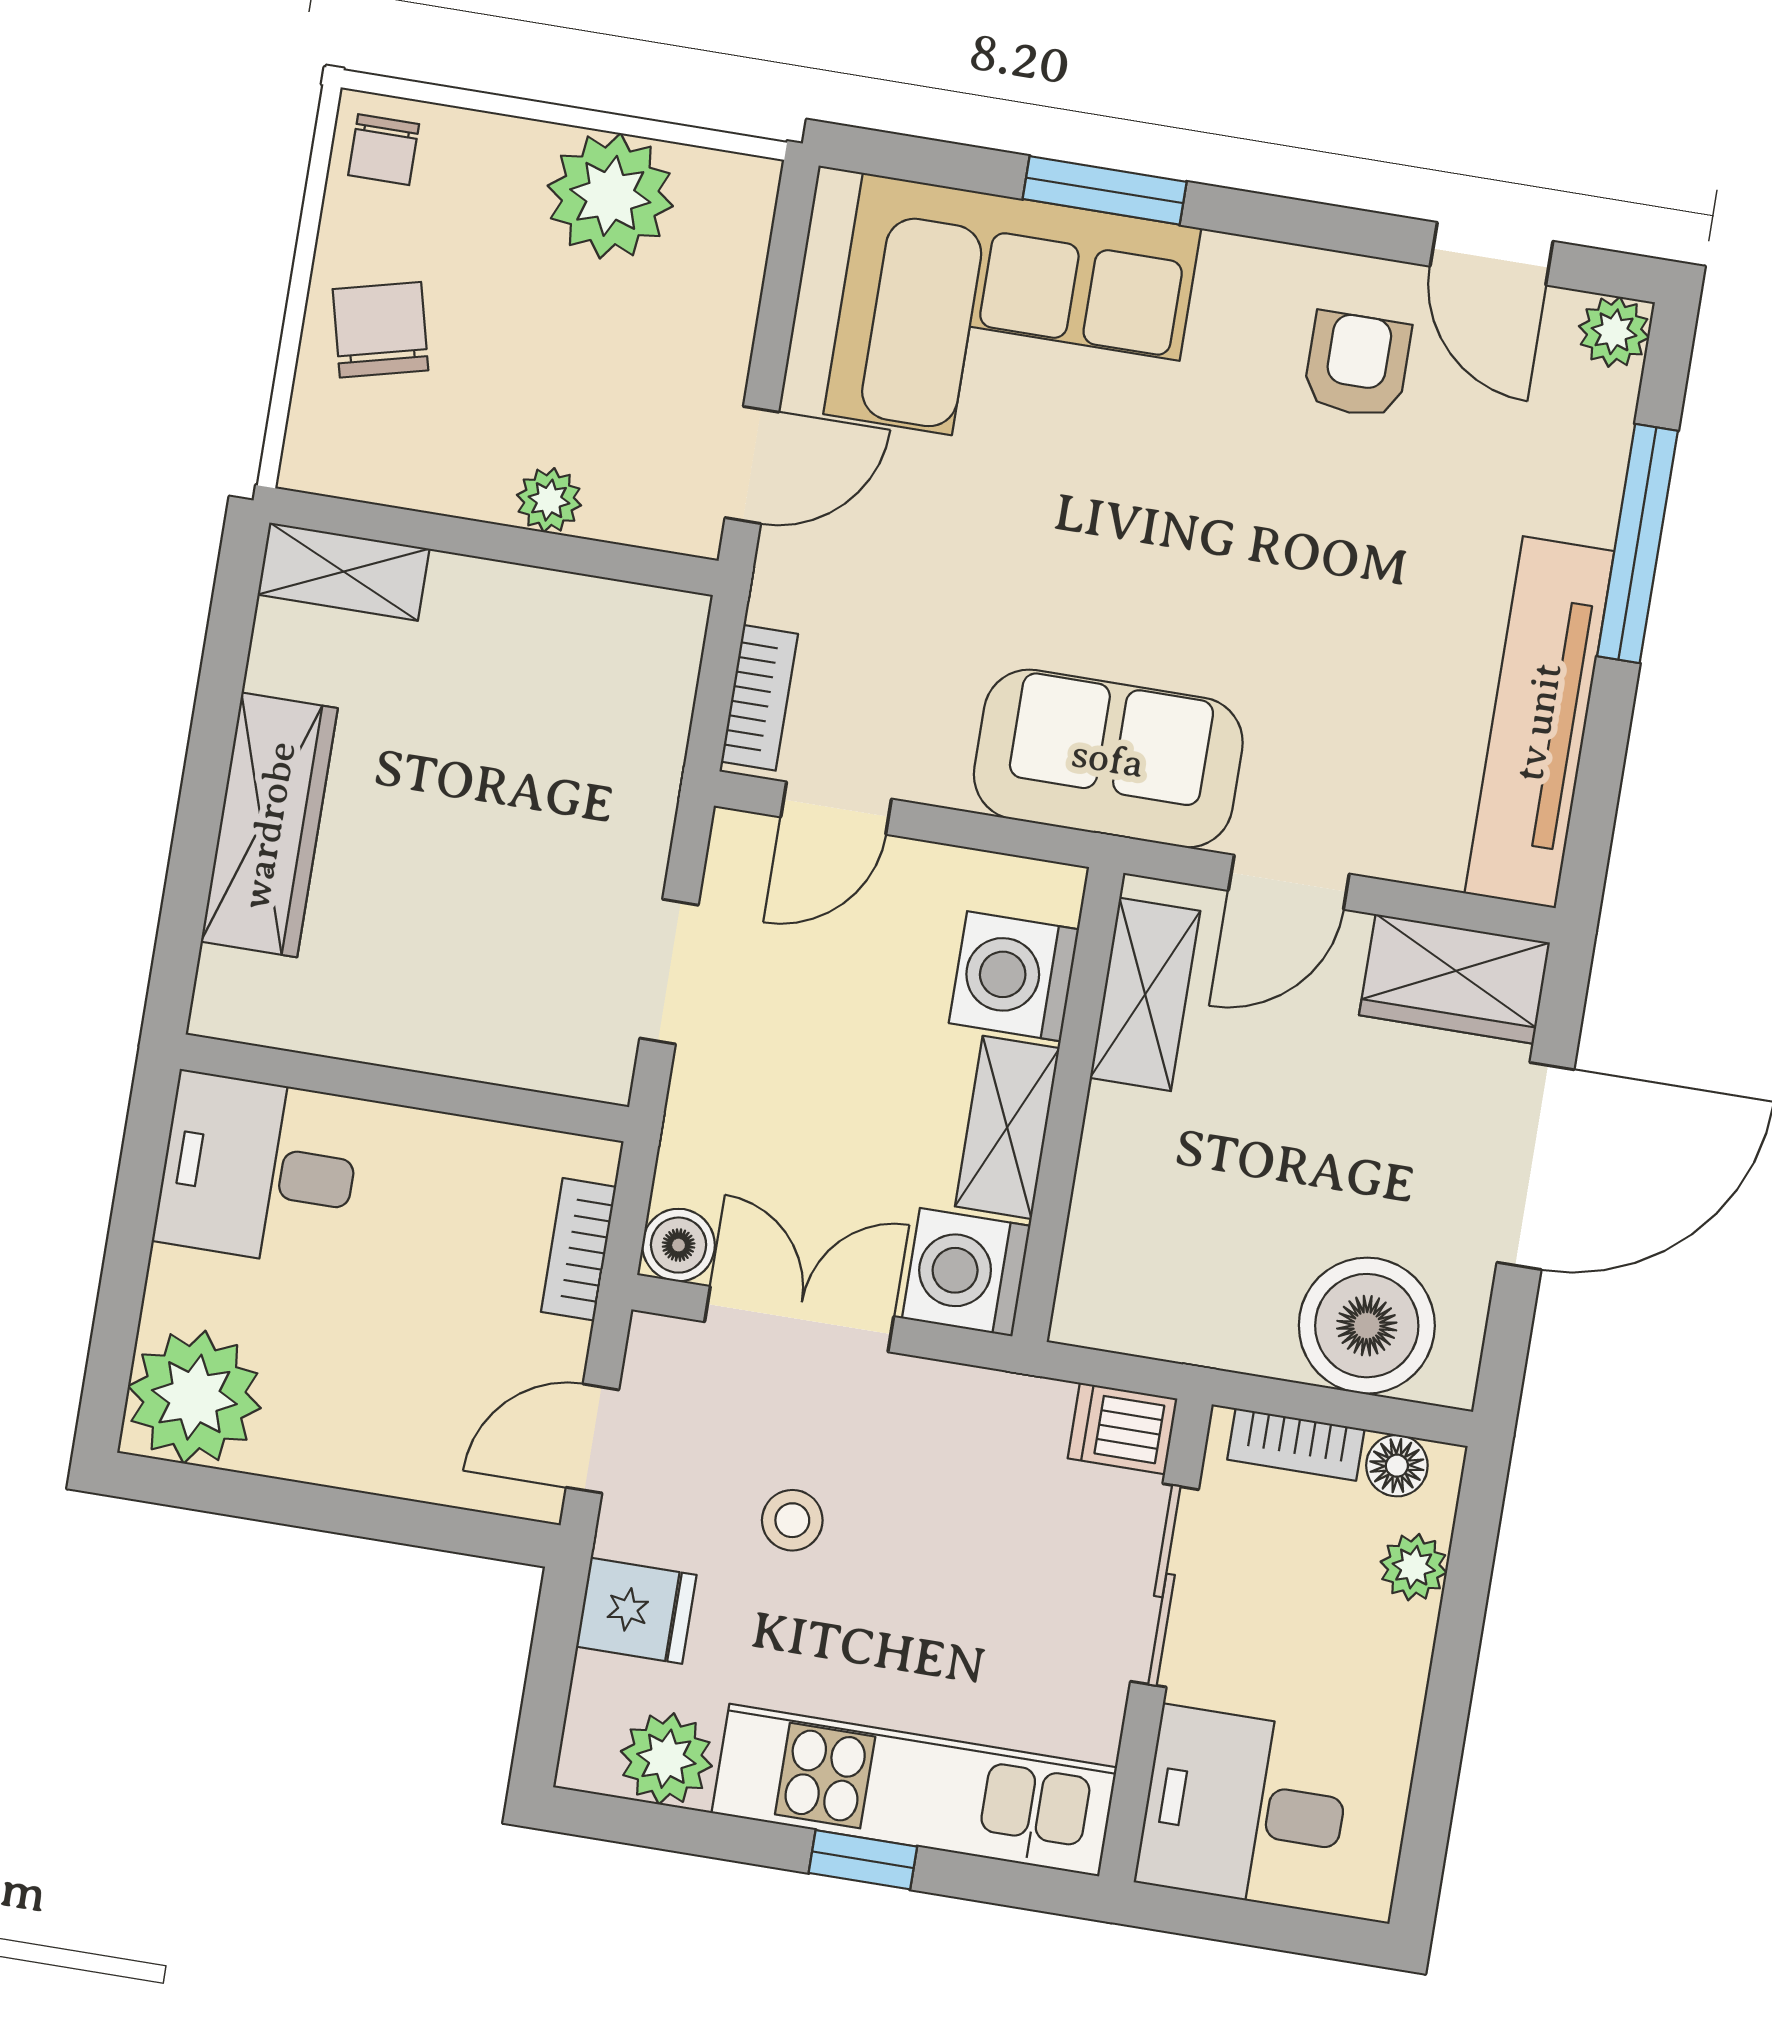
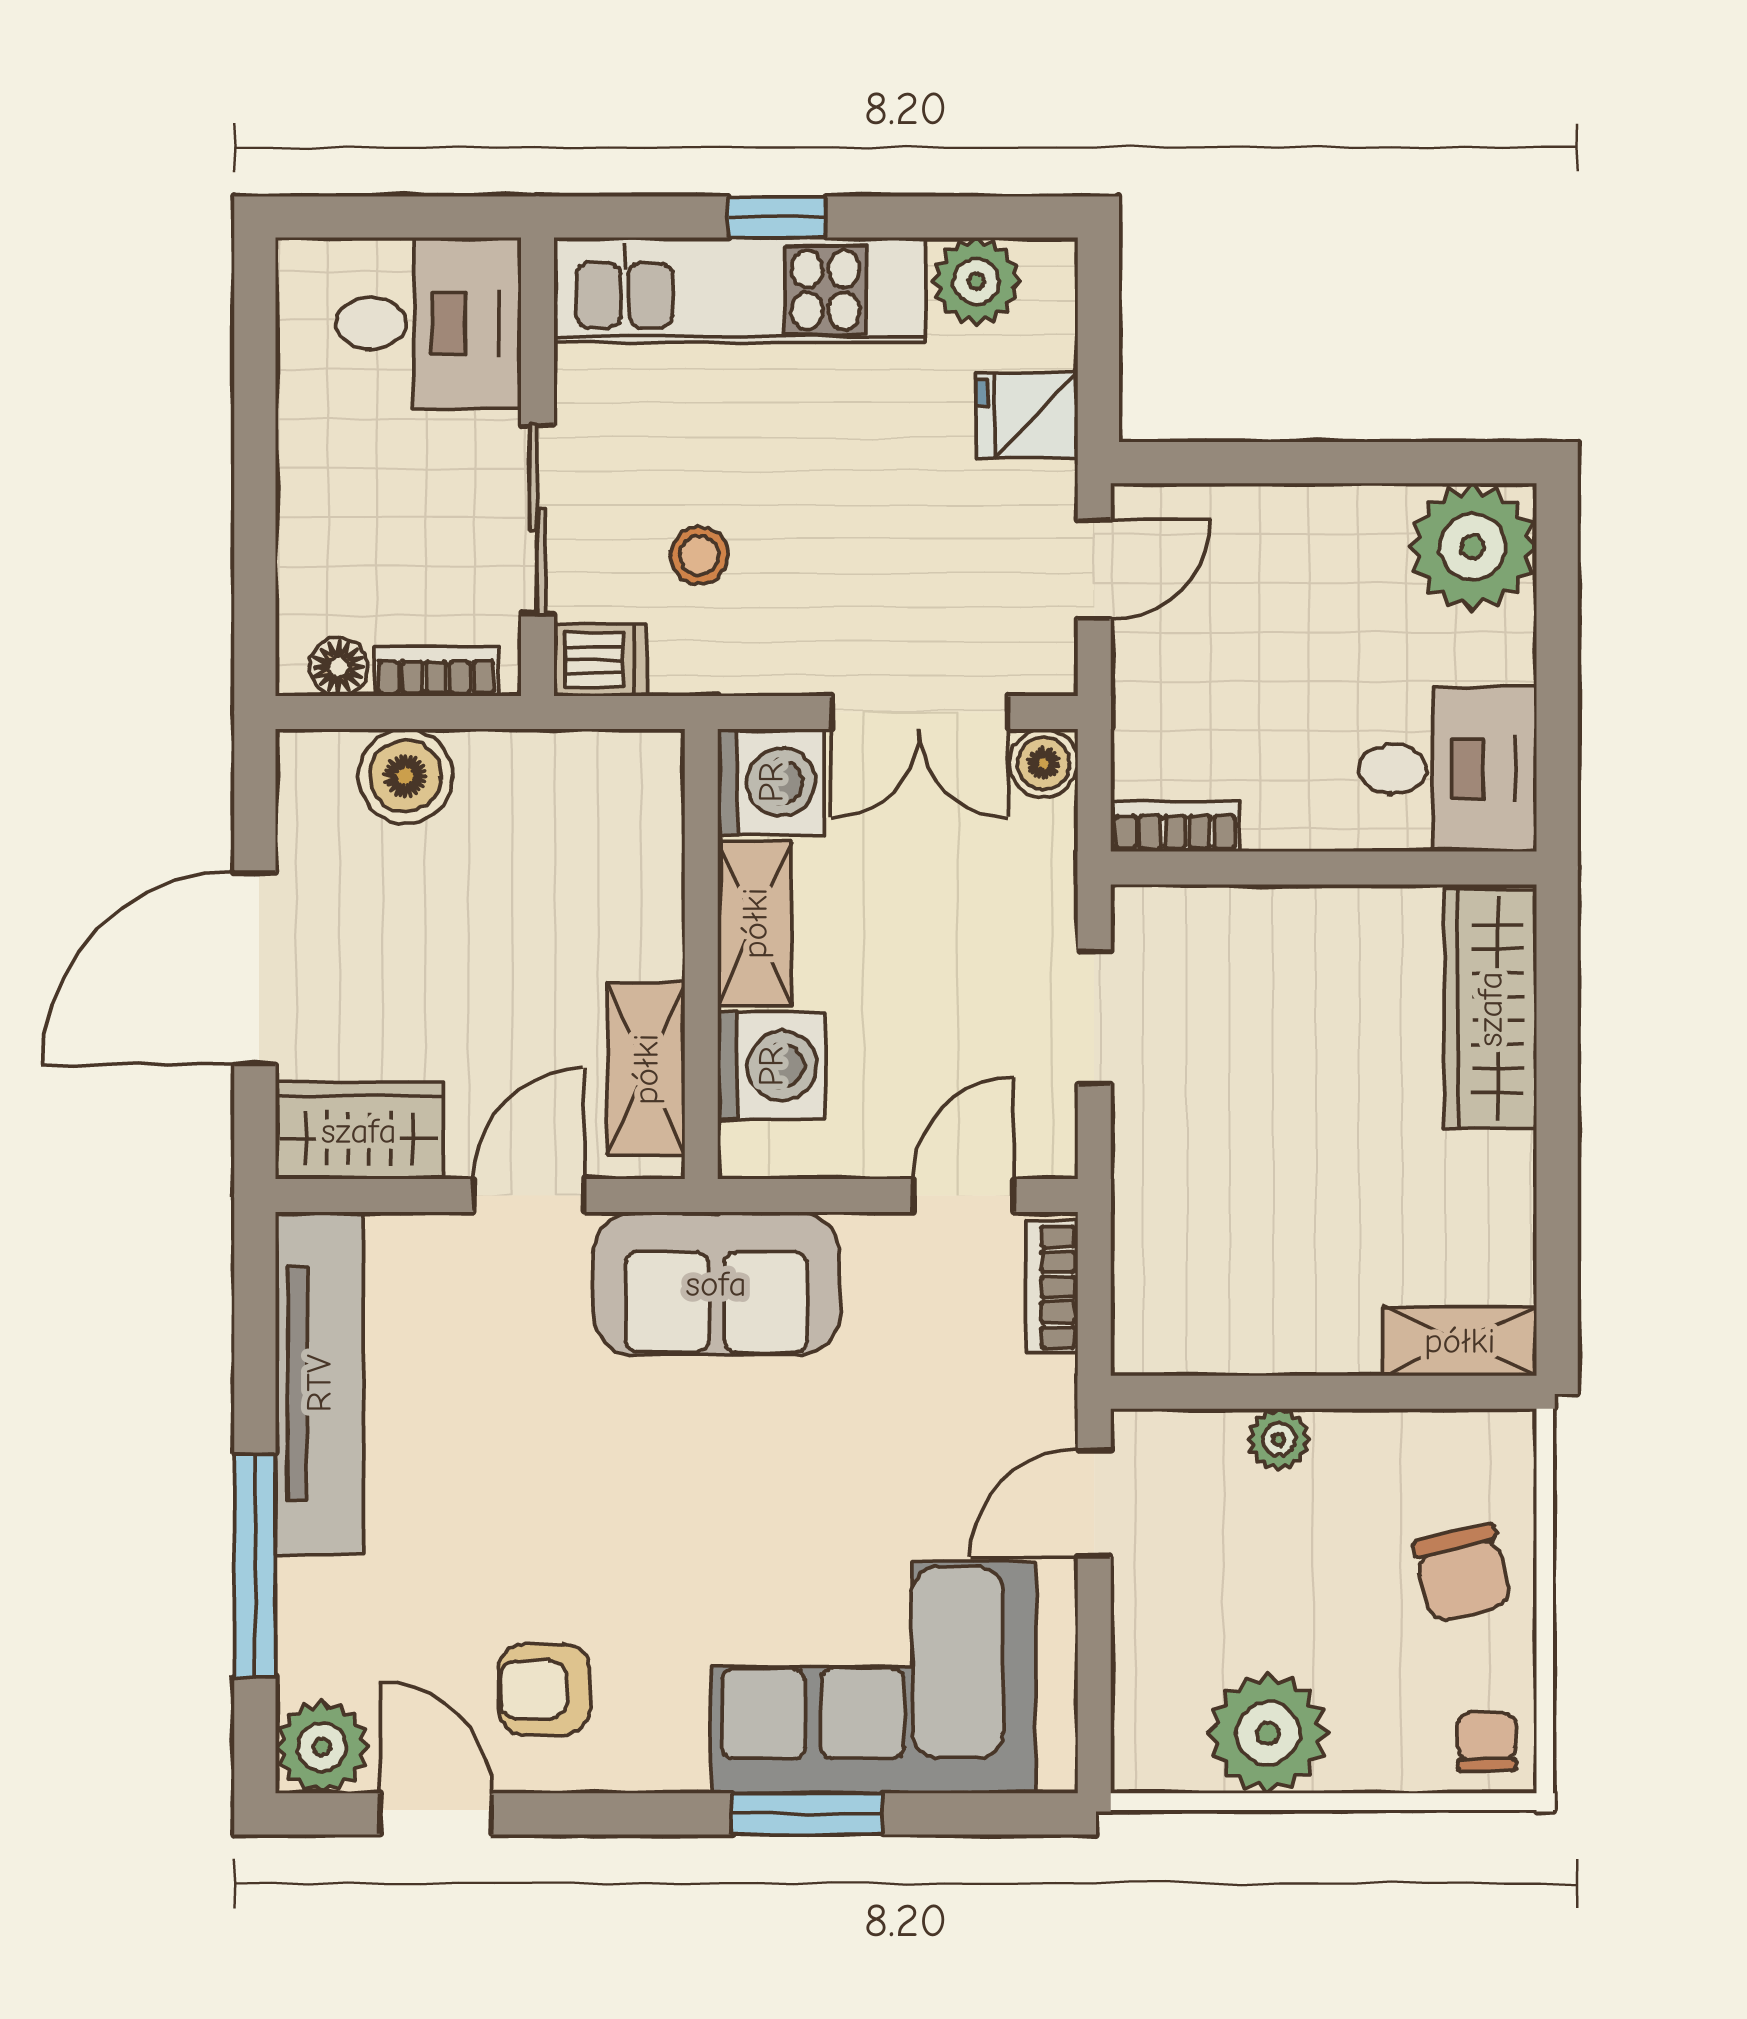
plant: (1614, 332) -> (322, 1747), width x1.38, depth x1.38
armchair: (1357, 365) -> (544, 1690), turned 90
wardrobe: (269, 825) -> (1490, 1009), moved
bookcase: (579, 1249) -> (1175, 826), moved, turned -90
boiler: (1367, 1326) -> (405, 776), width x0.73, depth x0.73
stool: (792, 1520) -> (699, 555), moved
plant: (1414, 1567) -> (307, 575), removed

